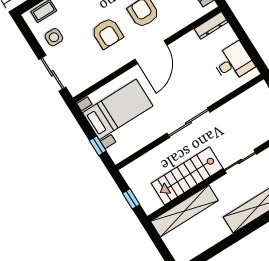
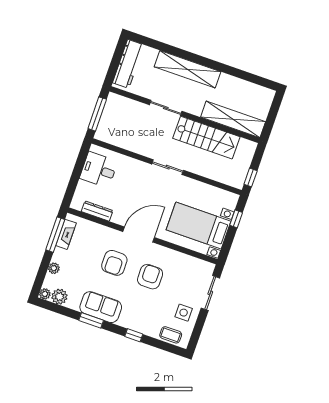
dresser: (211, 25) -> (97, 211), moved
sliding door: (188, 123) -> (168, 167), width x0.73
window: (131, 199) -> (251, 177), moved

